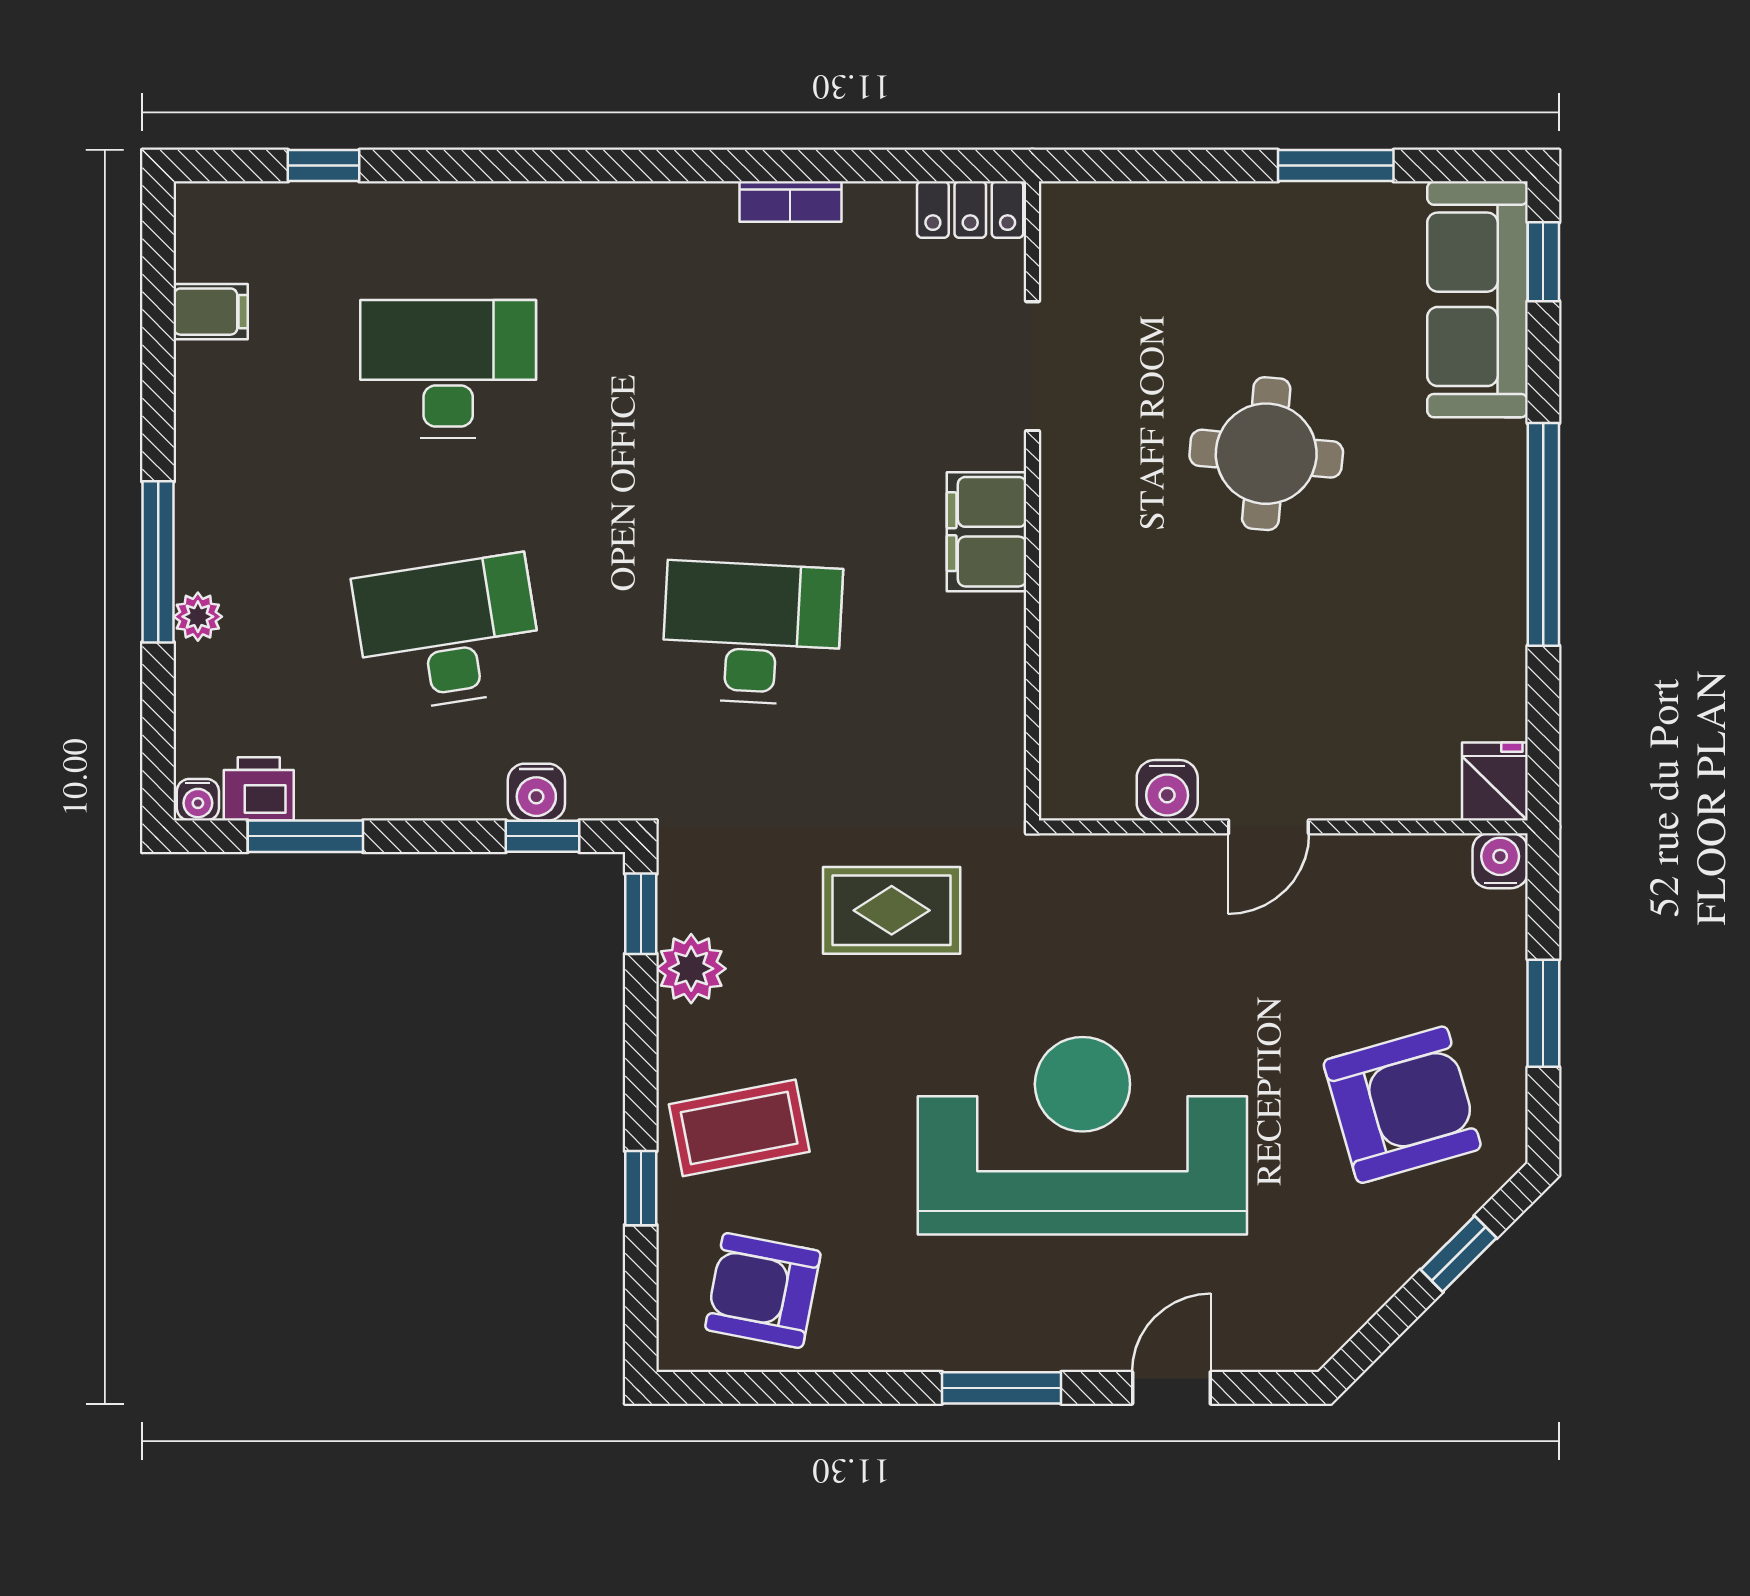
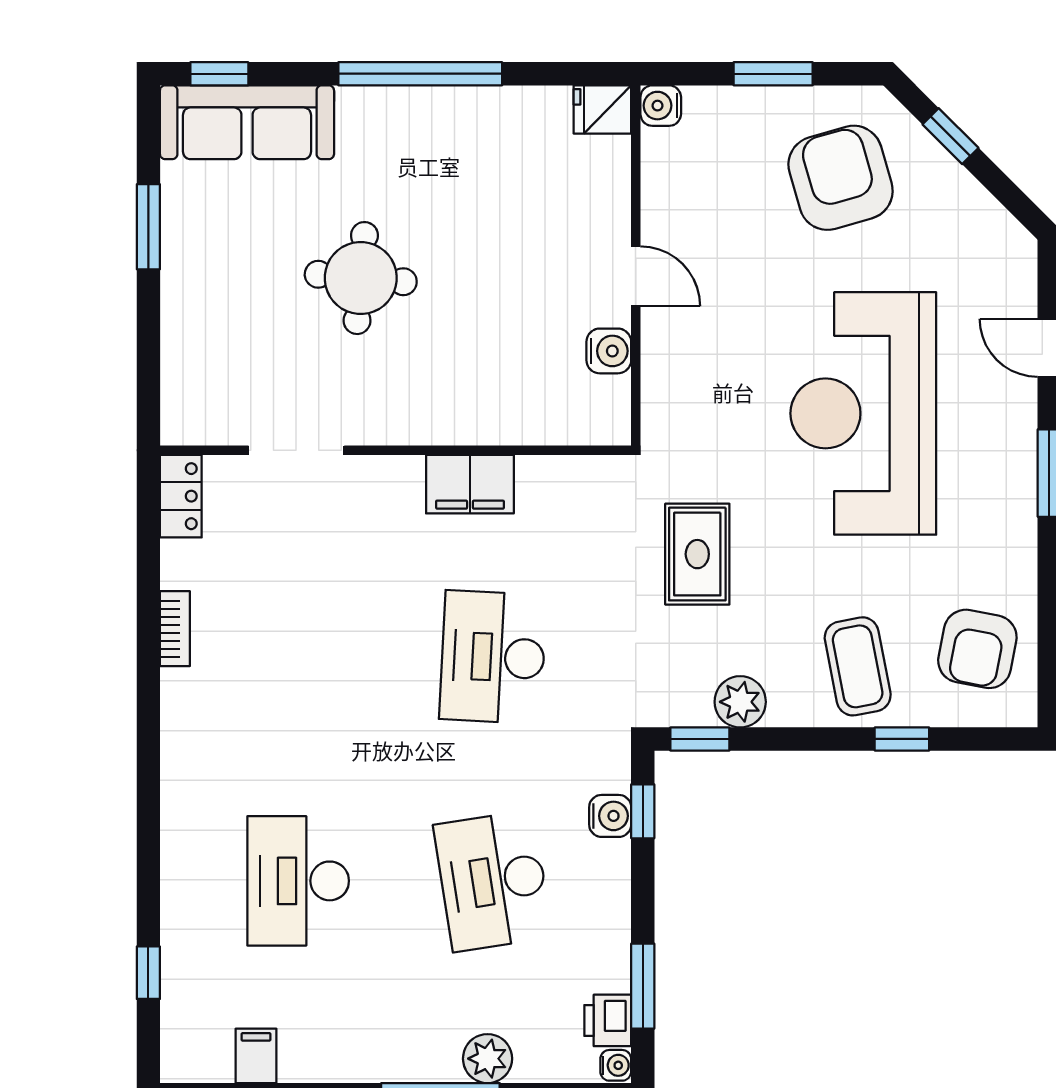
filing cabinet: (987, 532) -> (470, 484), moved
plant: (198, 617) -> (488, 1059), width x1.38, depth x1.38

